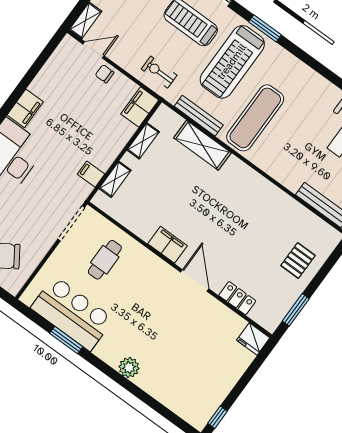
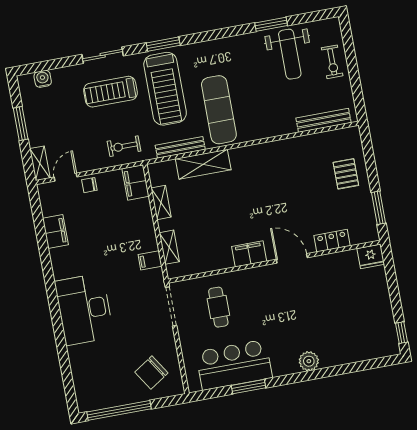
filing cabinet: (25, 108) -> (55, 232), moved

